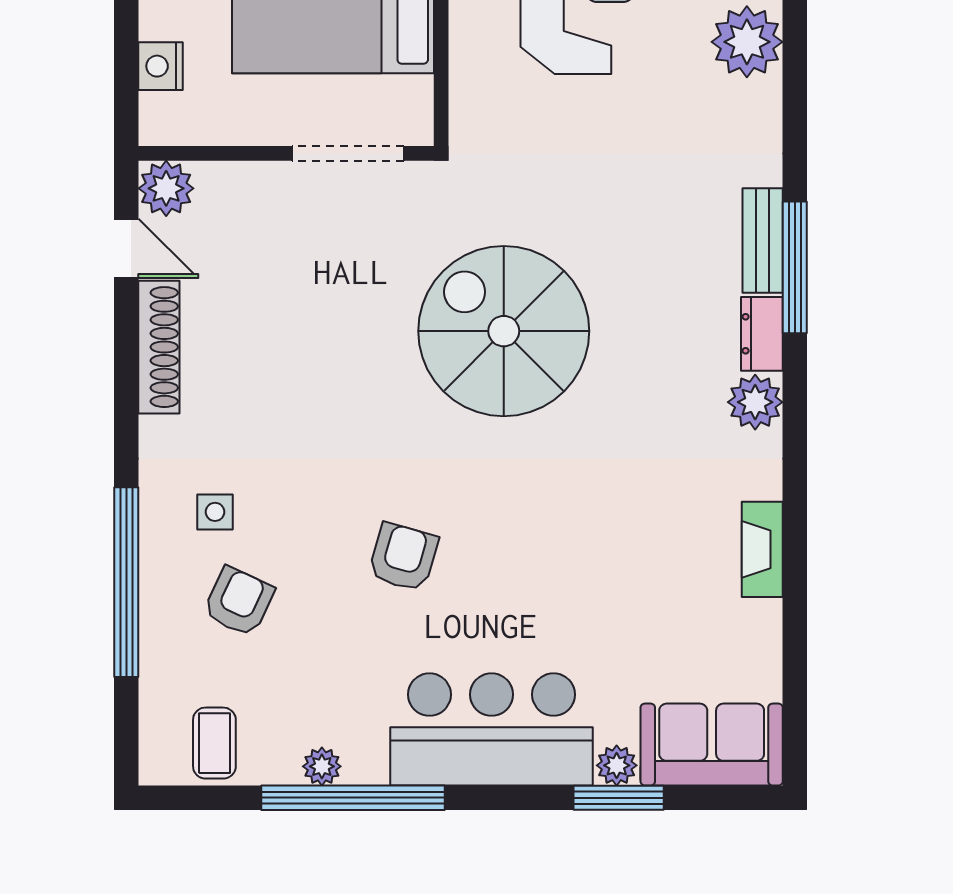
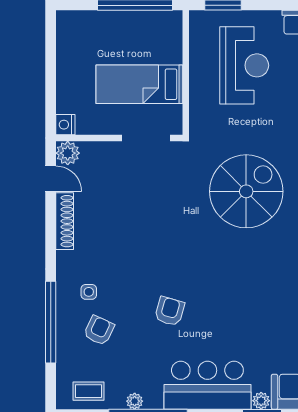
nightstand: (161, 66) -> (65, 125), moved
spiral stairs: (504, 331) -> (246, 191), moved, turned 90
coffee table: (214, 743) -> (88, 391), turned 90

